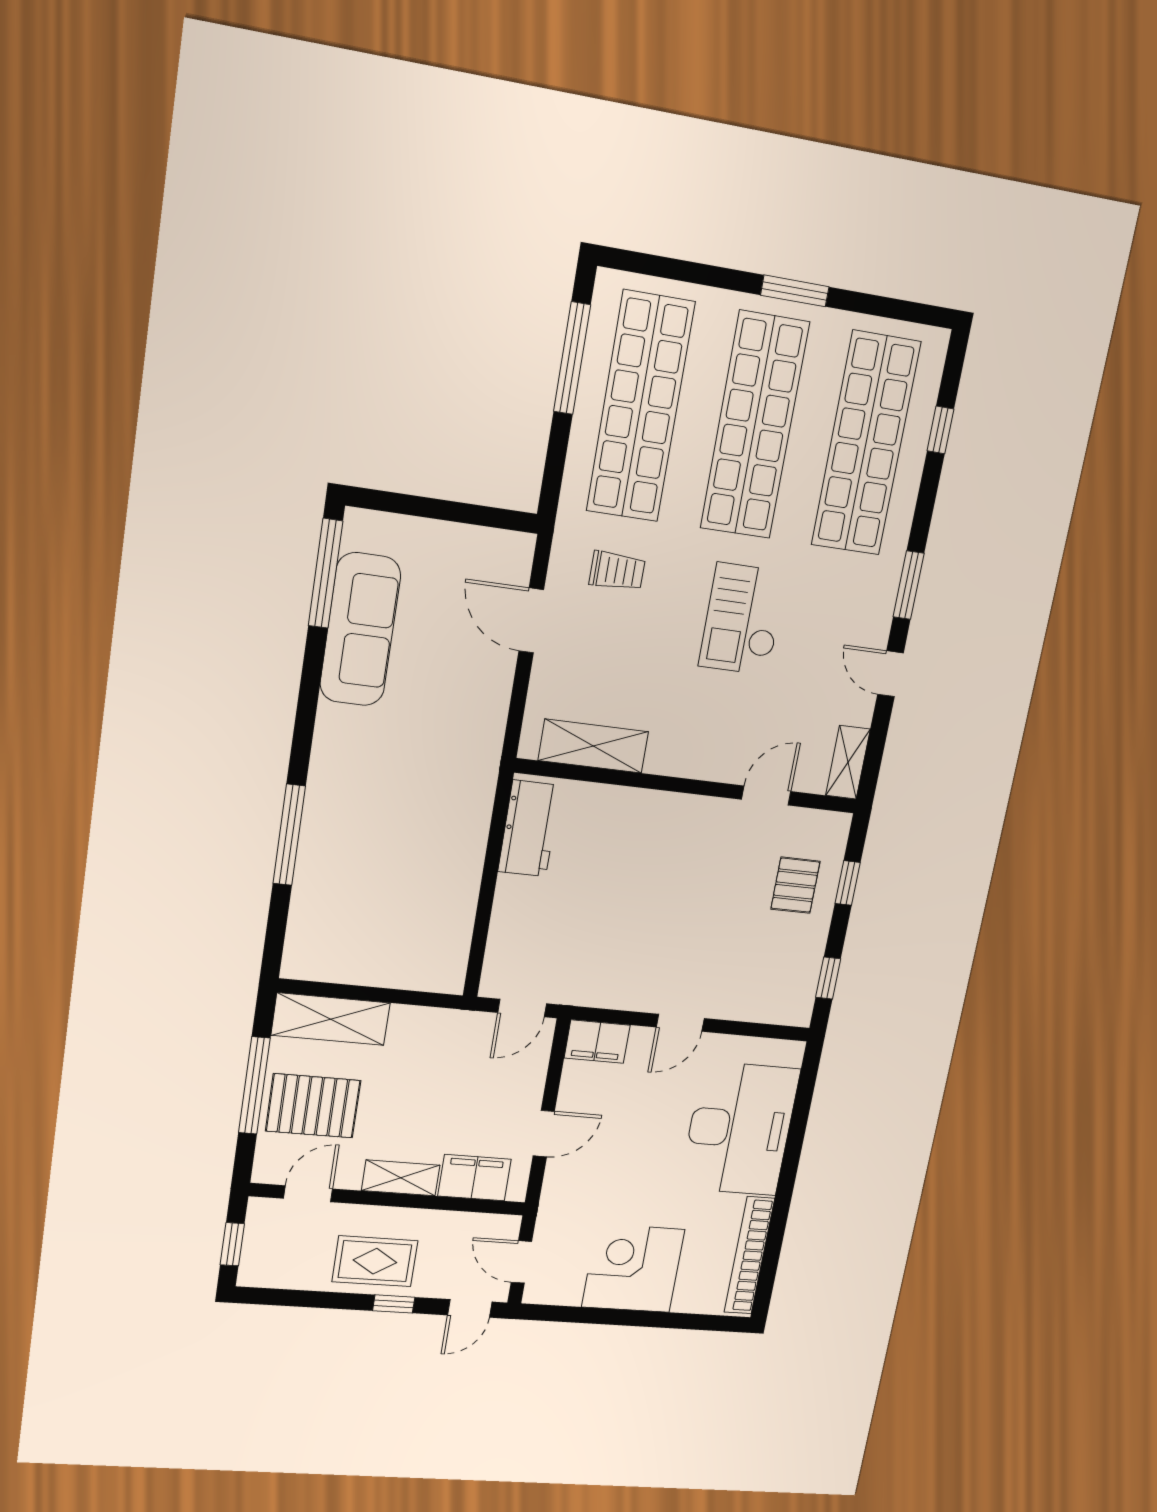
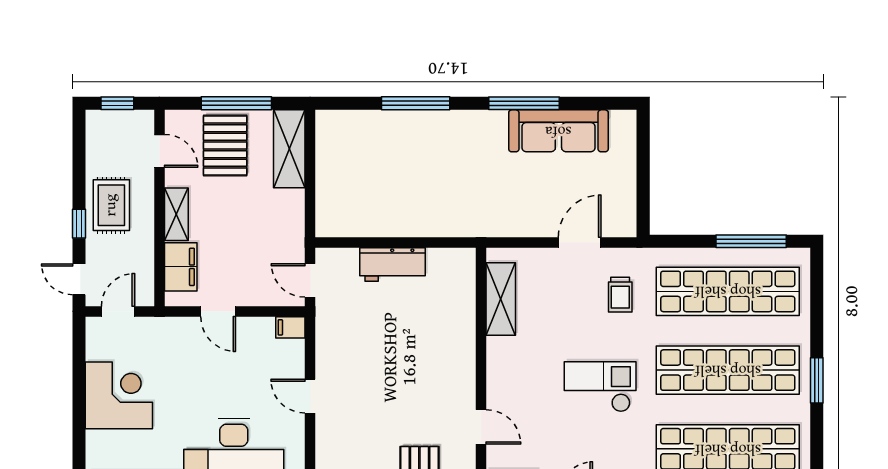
window: (325, 573) -> (524, 103), moved
workbench: (529, 829) -> (392, 264), moved
filing cabinet: (597, 1042) -> (290, 327), width x0.50

